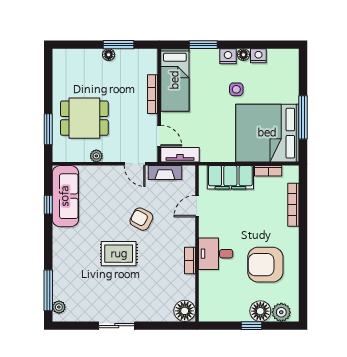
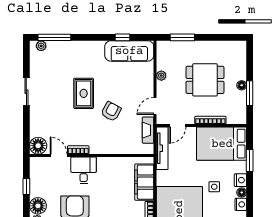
bed: (175, 80) -> (222, 144), width x1.50
dining table: (84, 118) -> (205, 80), moved, turned 90
tv unit: (180, 155) -> (162, 148), width x1.41
door: (197, 206) -> (59, 155), moved
window: (251, 326) -> (26, 187), moved

